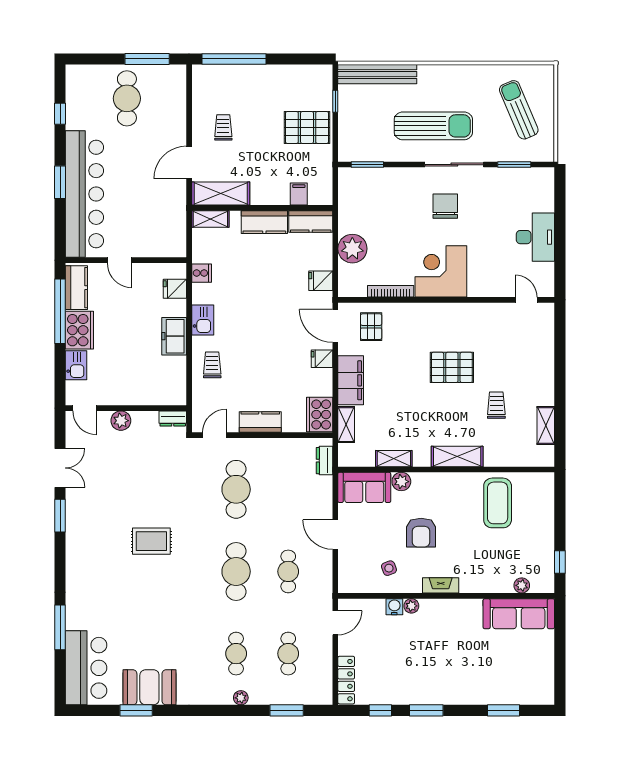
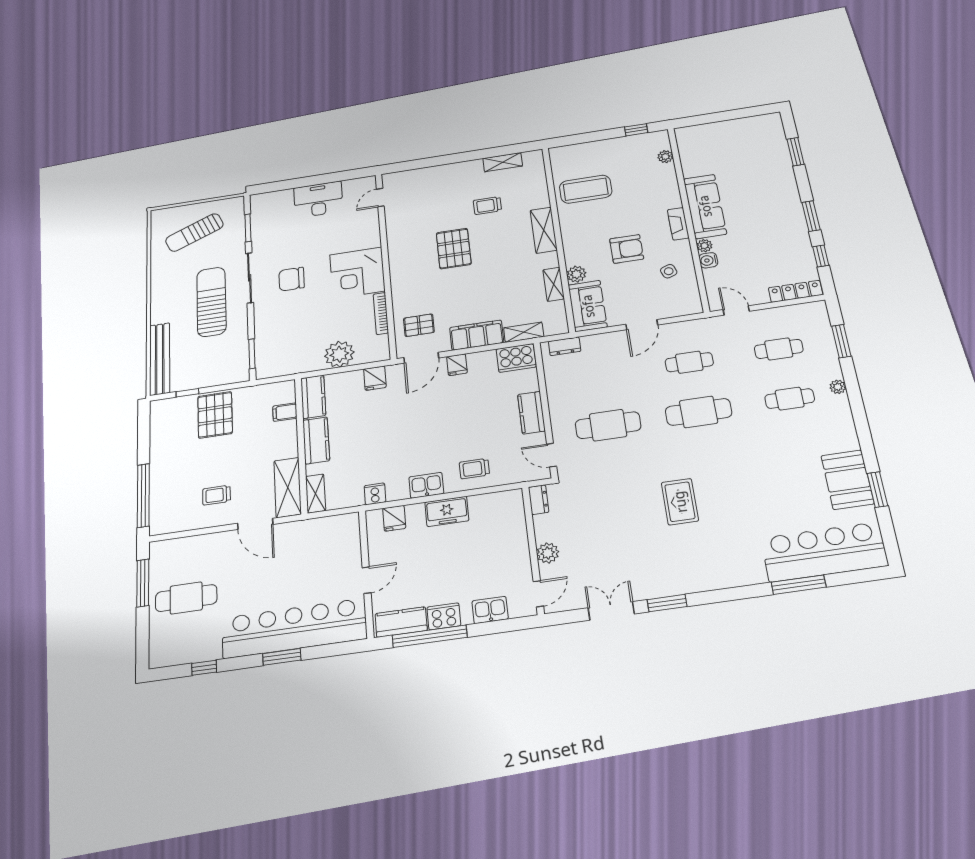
cooker: (79, 330) -> (444, 616), width x0.73, depth x0.76
sofa: (519, 614) -> (705, 206), moved
bar counter: (86, 668) -> (824, 552), width x1.36

